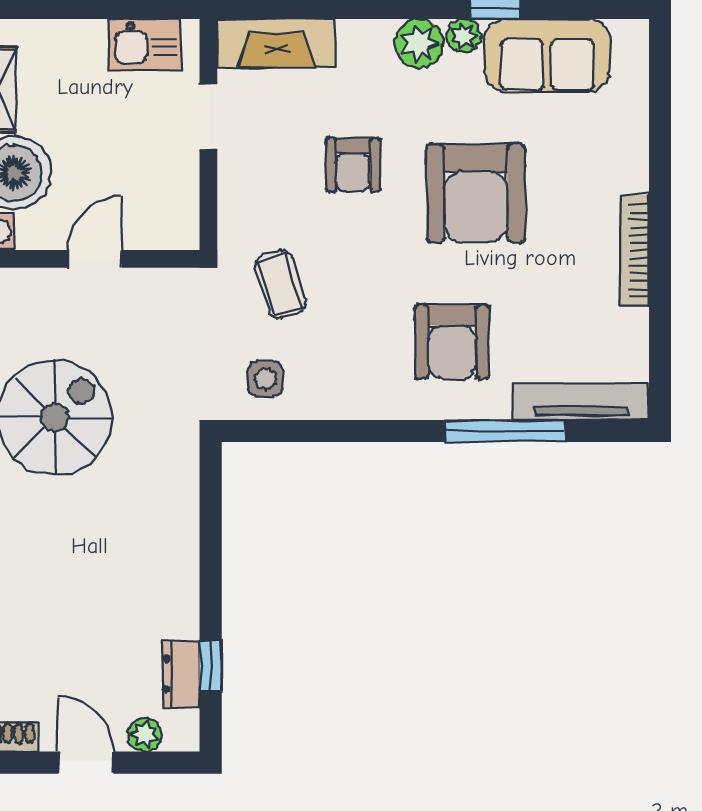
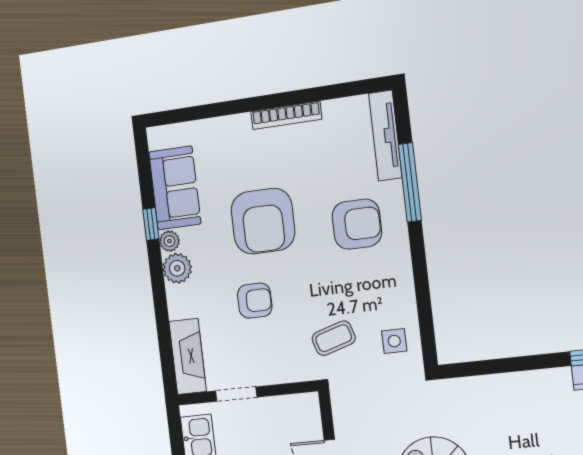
armchair: (476, 193) -> (263, 221), turned 90

